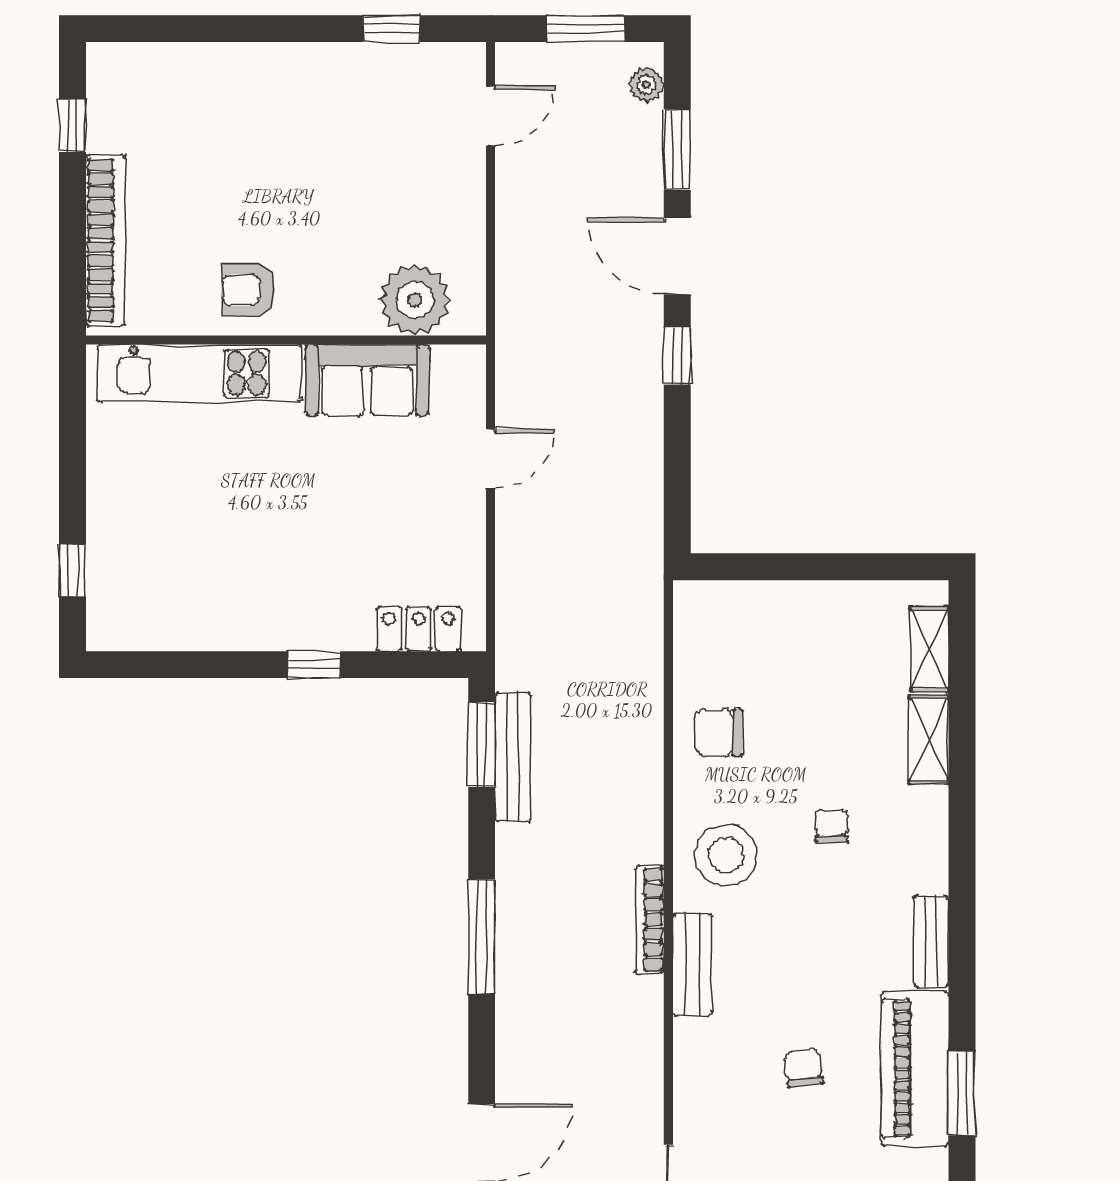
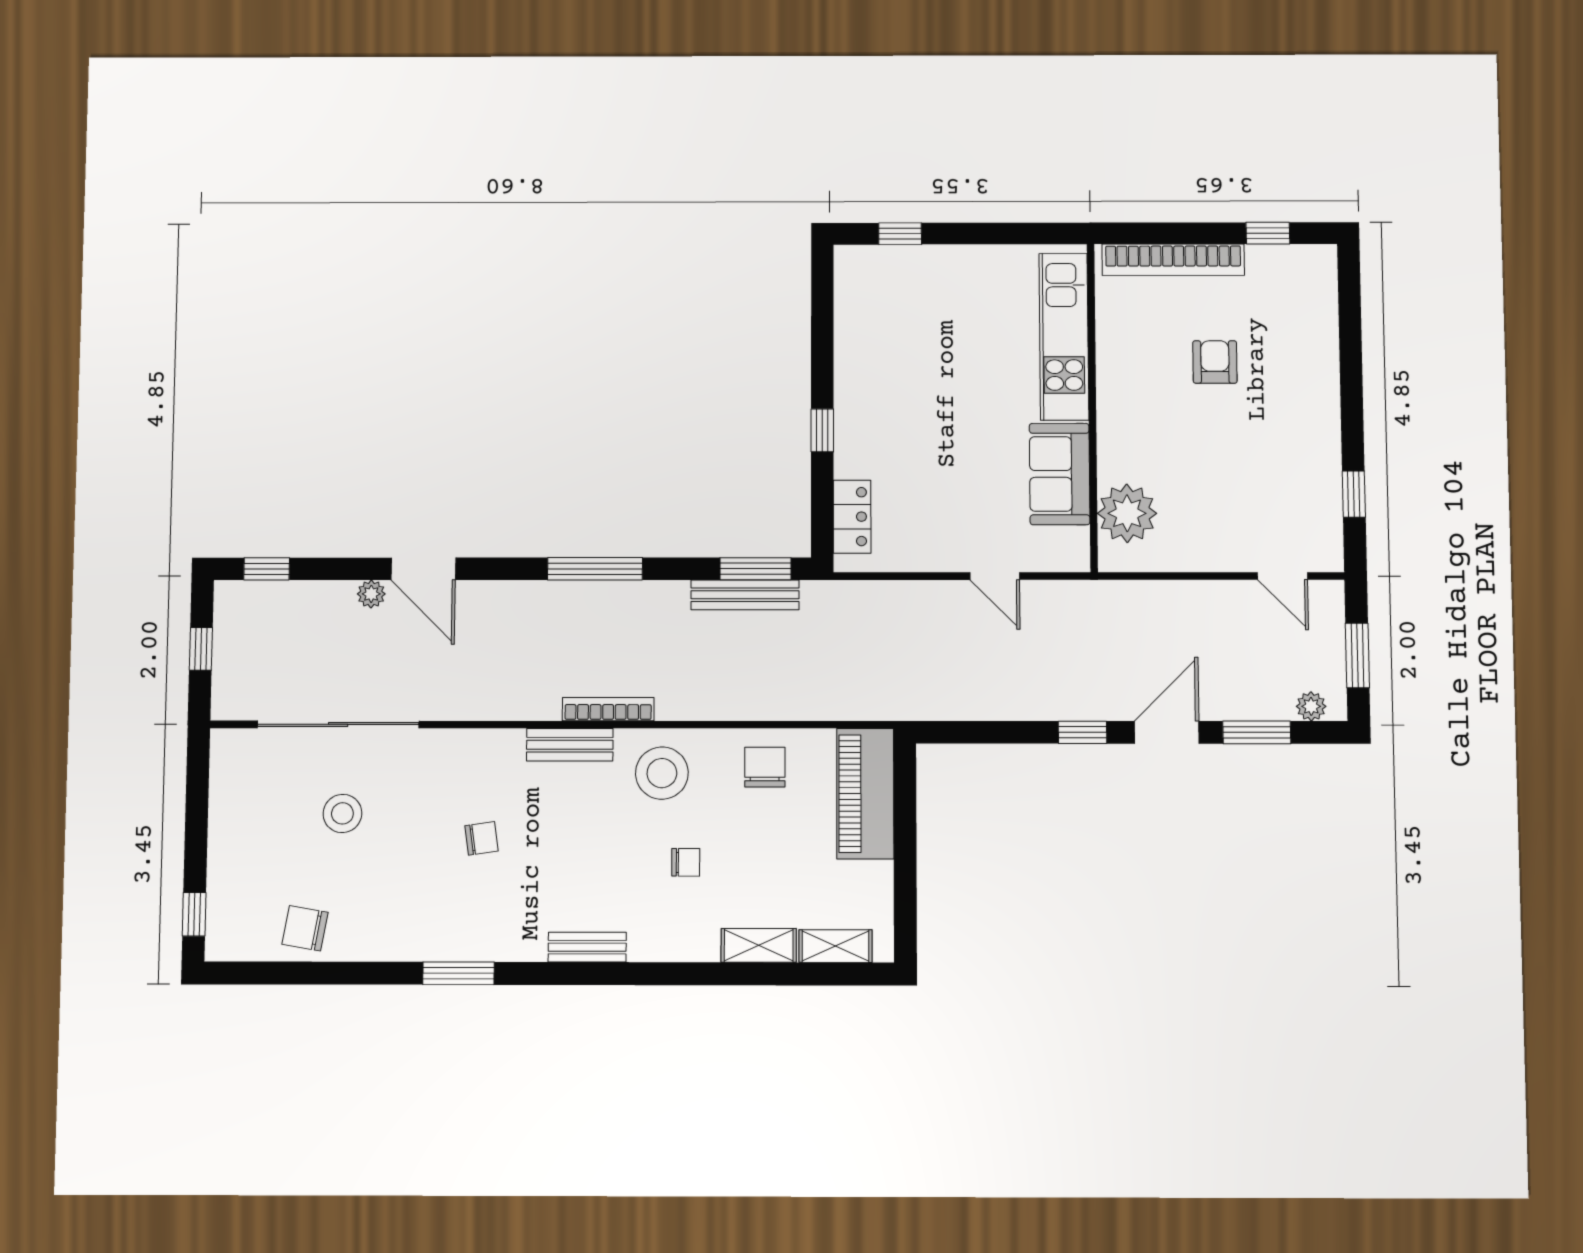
armchair: (249, 290) -> (1215, 362), moved
piano: (915, 1068) -> (865, 794), moved, turned -90

